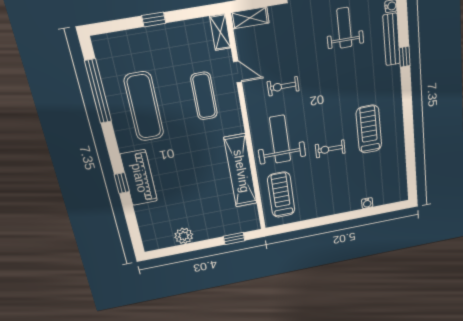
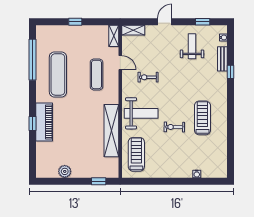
bench: (392, 39) -> (222, 59), width x0.73
weight bench: (280, 139) -> (141, 113), turned 90

